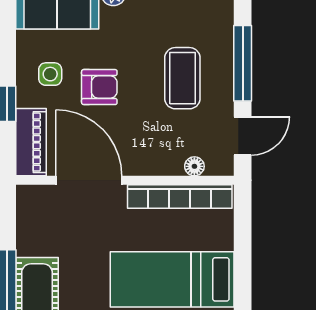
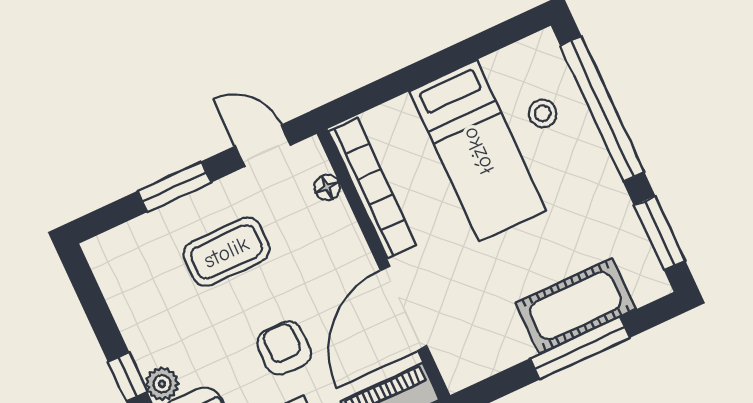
window: (243, 63) -> (174, 187), width x0.69

